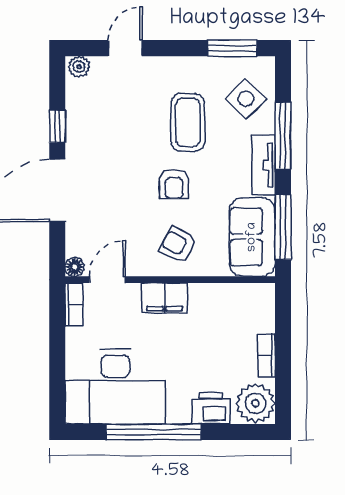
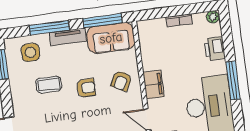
side table: (246, 99) -> (30, 52), turned 45
coffee table: (188, 122) -> (49, 85), width x0.73, depth x0.77
plant: (255, 403) -> (213, 17), width x0.53, depth x0.53
window: (153, 432) -> (233, 80), width x0.68

